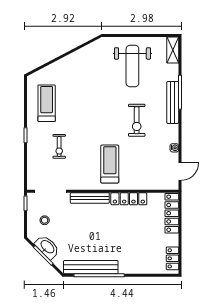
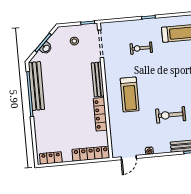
treadmill: (110, 164) -> (130, 95), turned 90
door: (180, 172) -> (129, 158), hinge flipped
washbasin: (47, 247) -> (46, 48), width x0.52, depth x0.69

